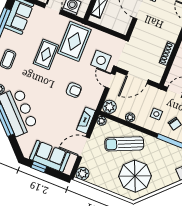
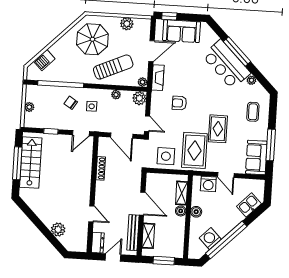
side table: (101, 60) -> (166, 156), moved
door: (137, 77) -> (122, 136), swing flipped
window: (39, 167) -> (169, 16), moved
plant: (82, 174) -> (127, 24), moved

